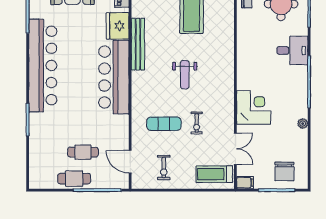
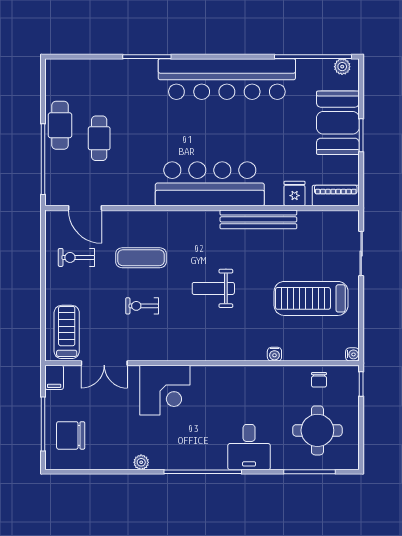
fridge: (118, 26) -> (295, 194), width x0.53, depth x0.75
water cooler: (229, 33) -> (274, 354), added
exercise mat: (164, 124) -> (141, 258), turned 90
door: (130, 162) -> (85, 208), swing flipped

